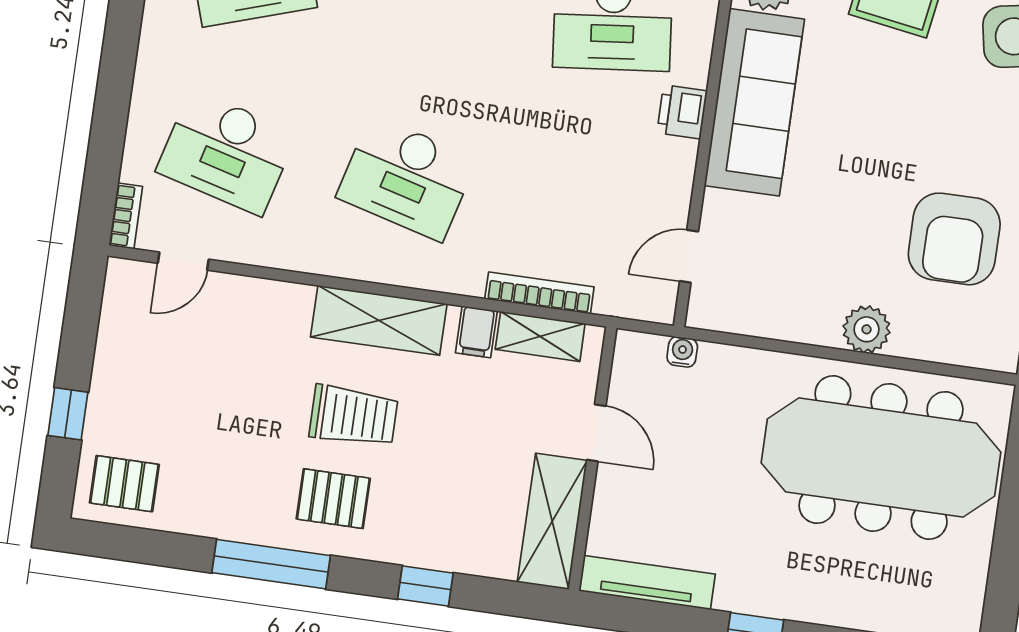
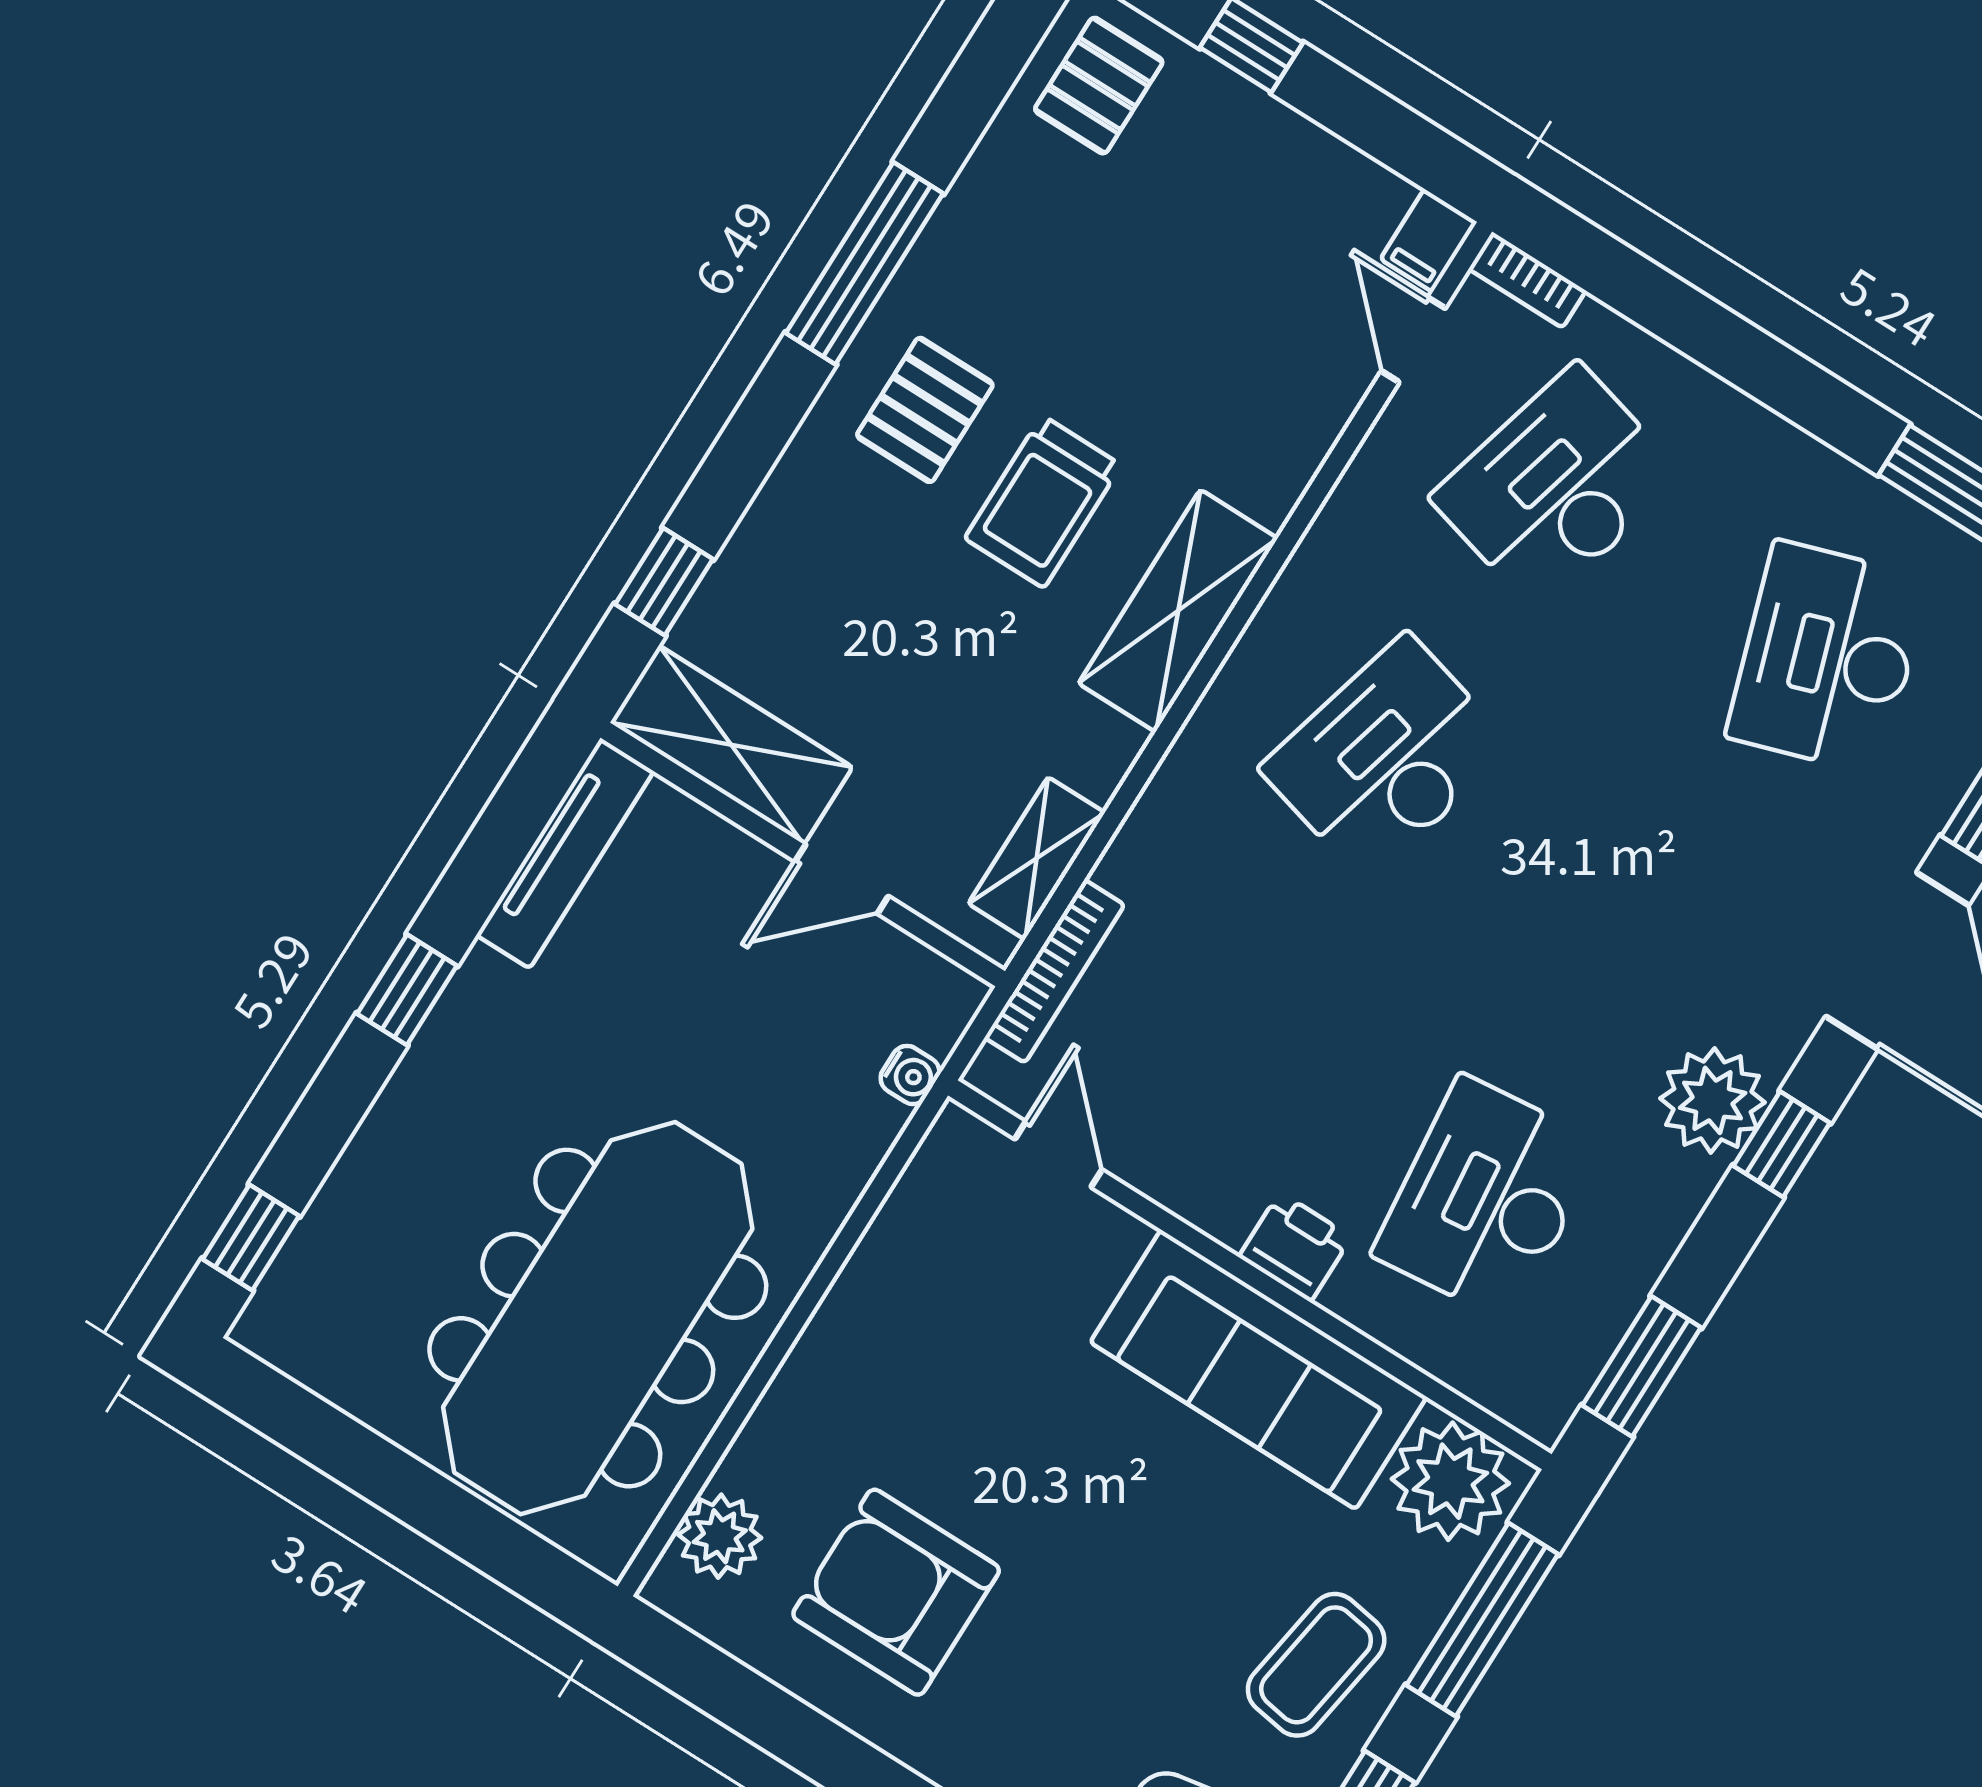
bookcase: (539, 293) -> (1055, 971), moved
plant: (867, 329) -> (720, 1536), moved
filing cabinet: (476, 332) -> (1429, 241), moved, turned -90
window: (425, 586) -> (664, 582), moved

